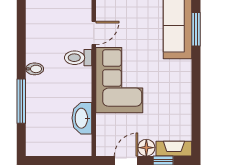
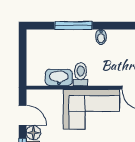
toilet: (78, 58) -> (81, 74), moved

